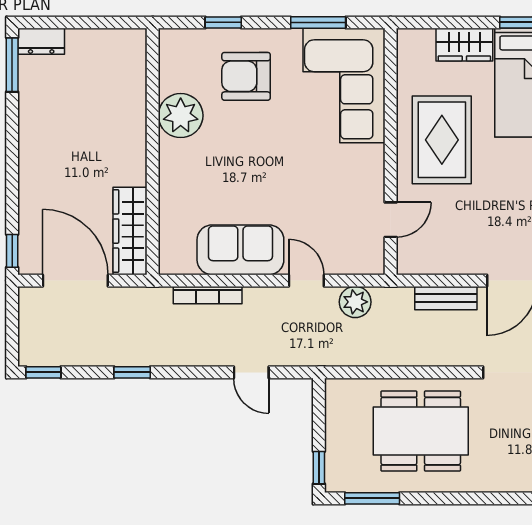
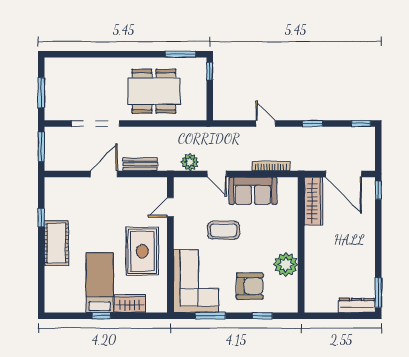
dresser: (41, 41) -> (357, 305), width x1.44
coffee table: (294, 178) -> (224, 230), added
door: (251, 372) -> (266, 123), moved

